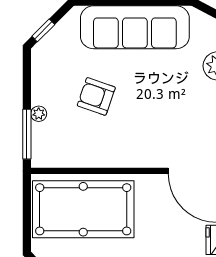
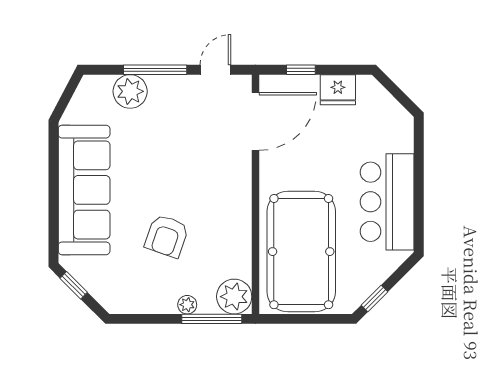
window: (43, 30) -> (74, 285), moved
plant: (46, 153) -> (234, 297), added

